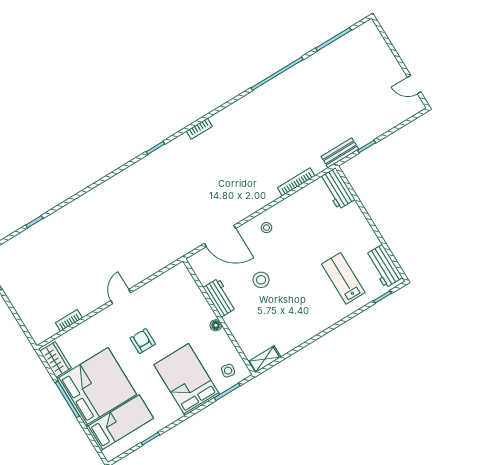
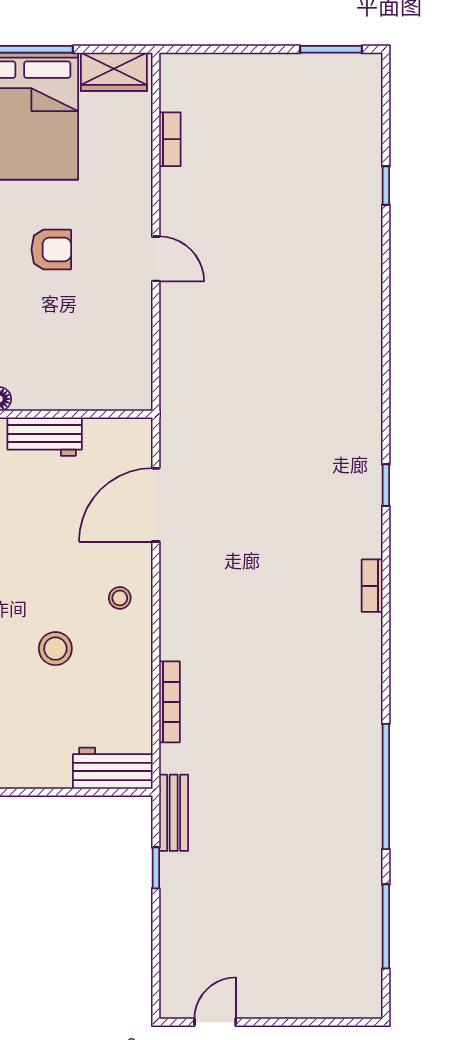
stool: (261, 280) -> (55, 649), moved

